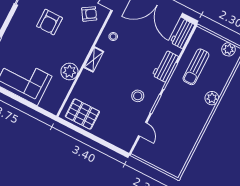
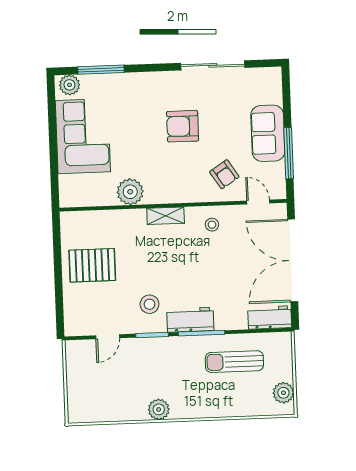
workbench: (165, 66) -> (190, 320), moved
plant: (212, 98) -> (159, 409), moved
pallet: (82, 114) -> (92, 265), moved, turned 90

